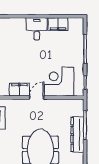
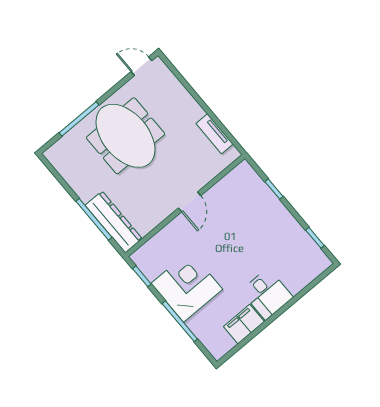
corner desk: (59, 82) -> (187, 286), moved, turned -90
filing cabinet: (19, 90) -> (222, 193), removed
dresser: (77, 134) -> (114, 222), moved

